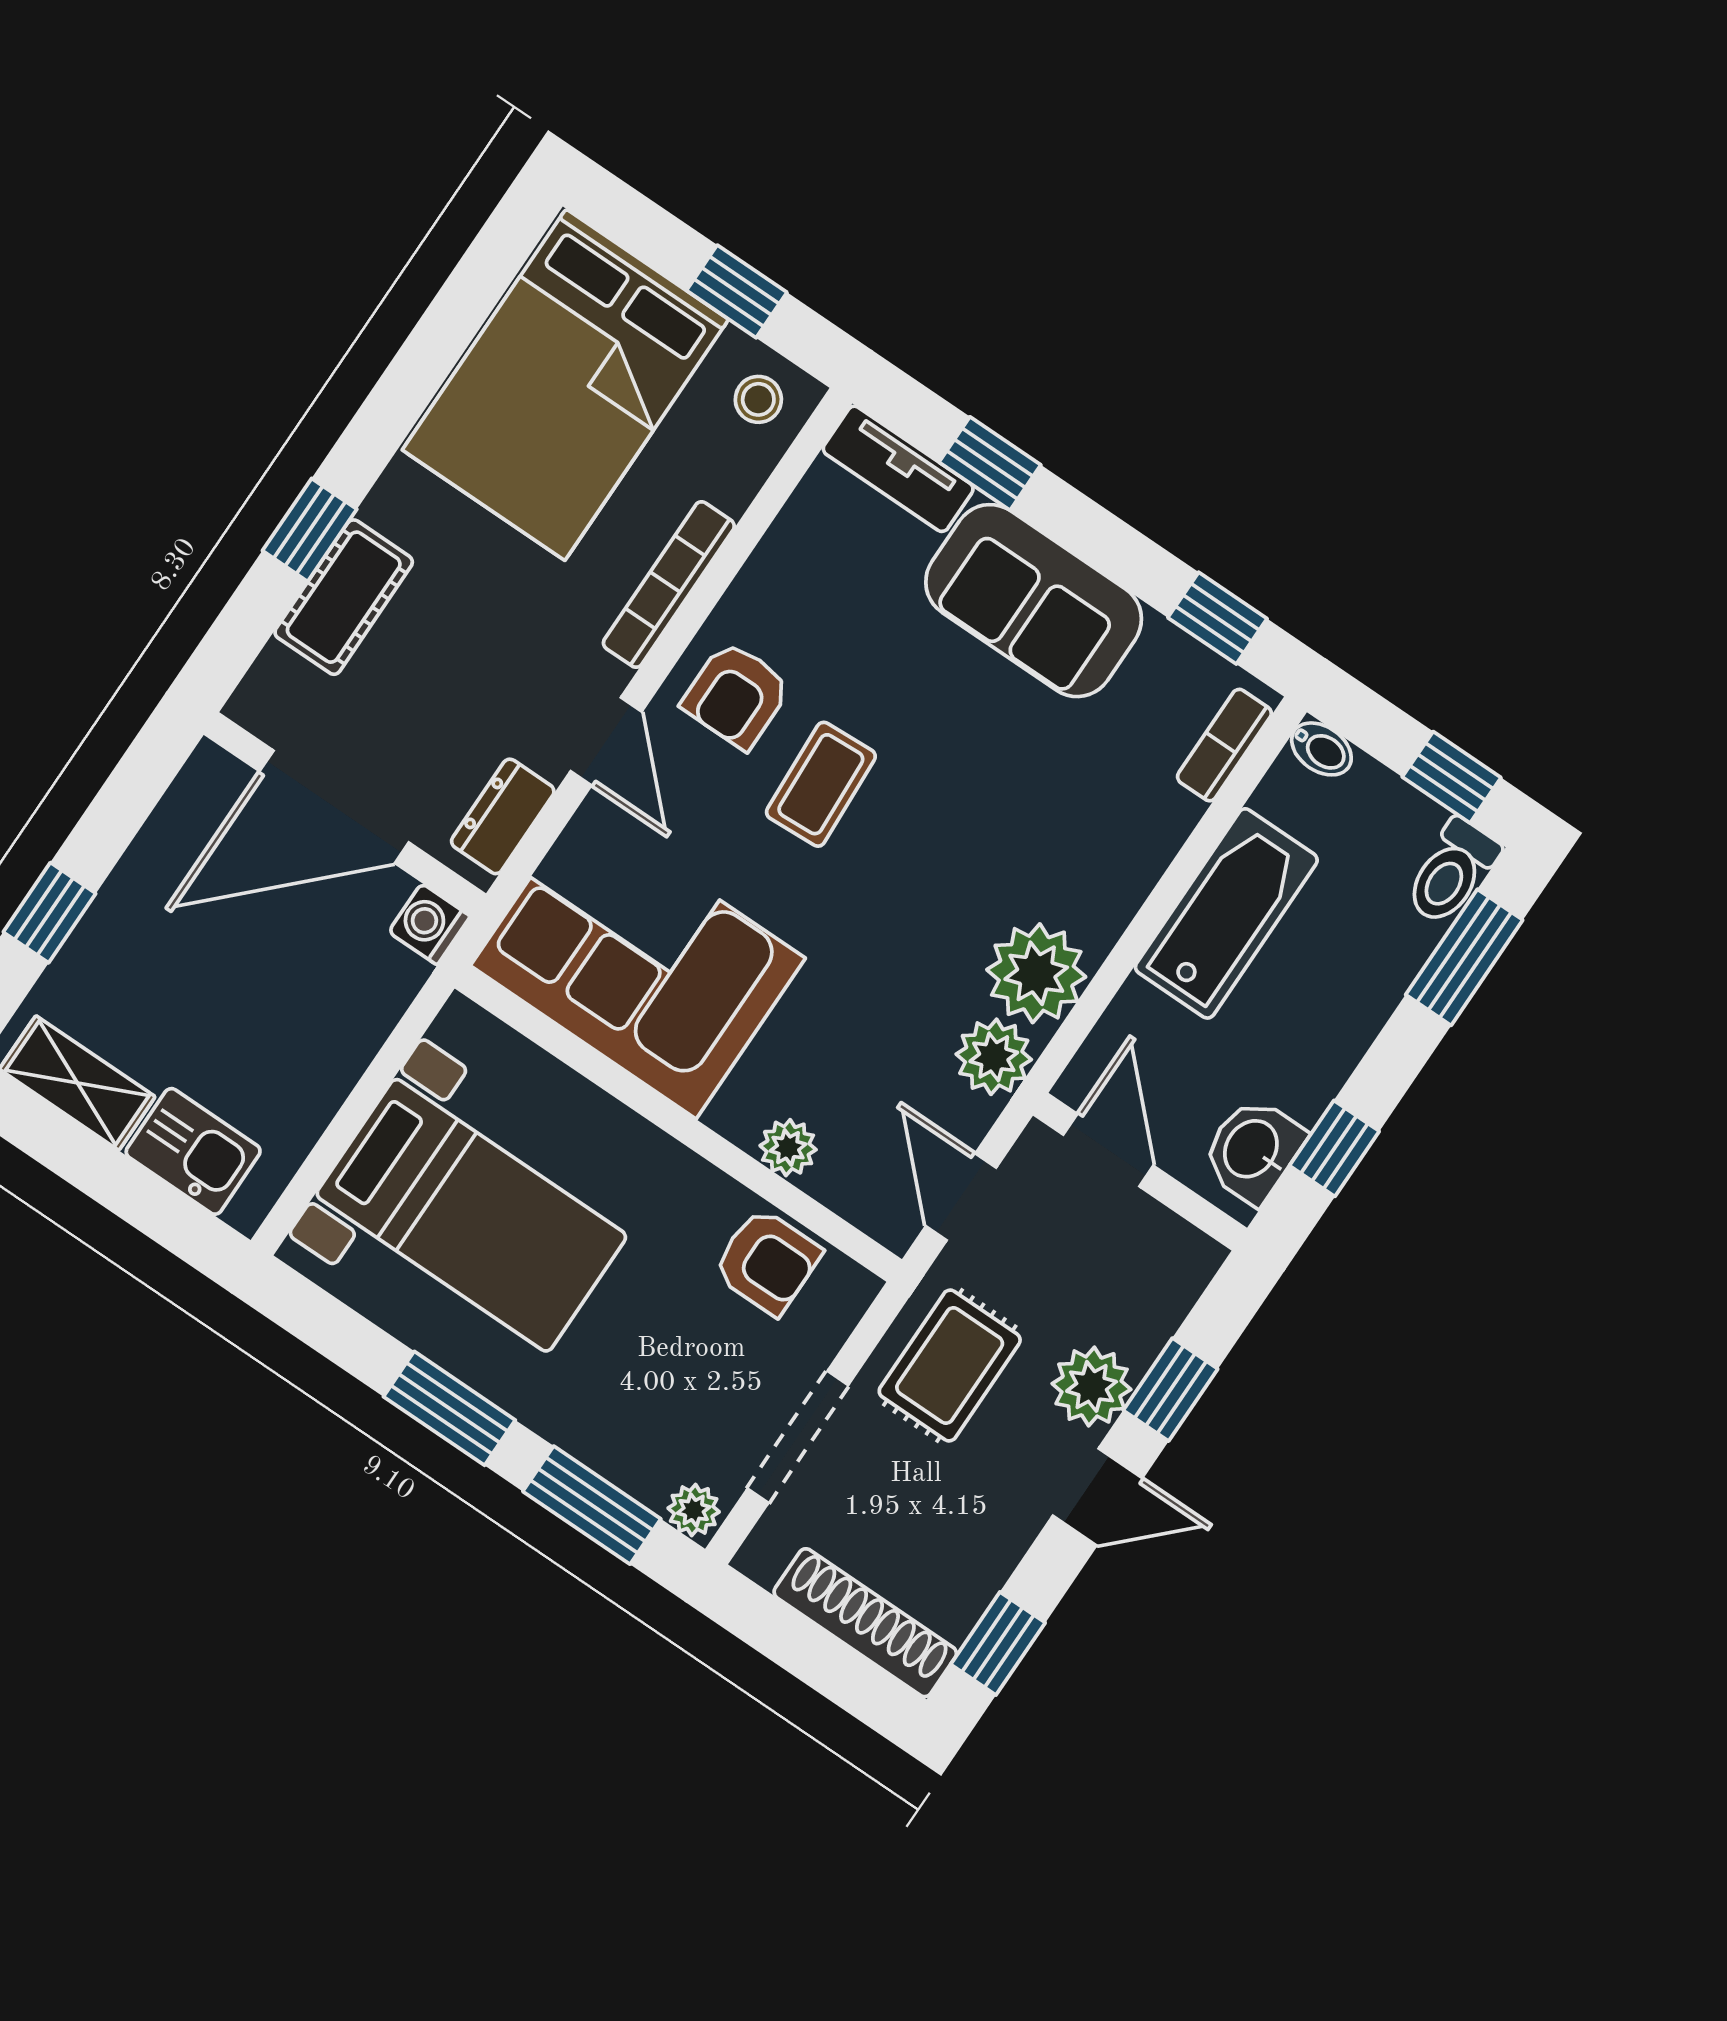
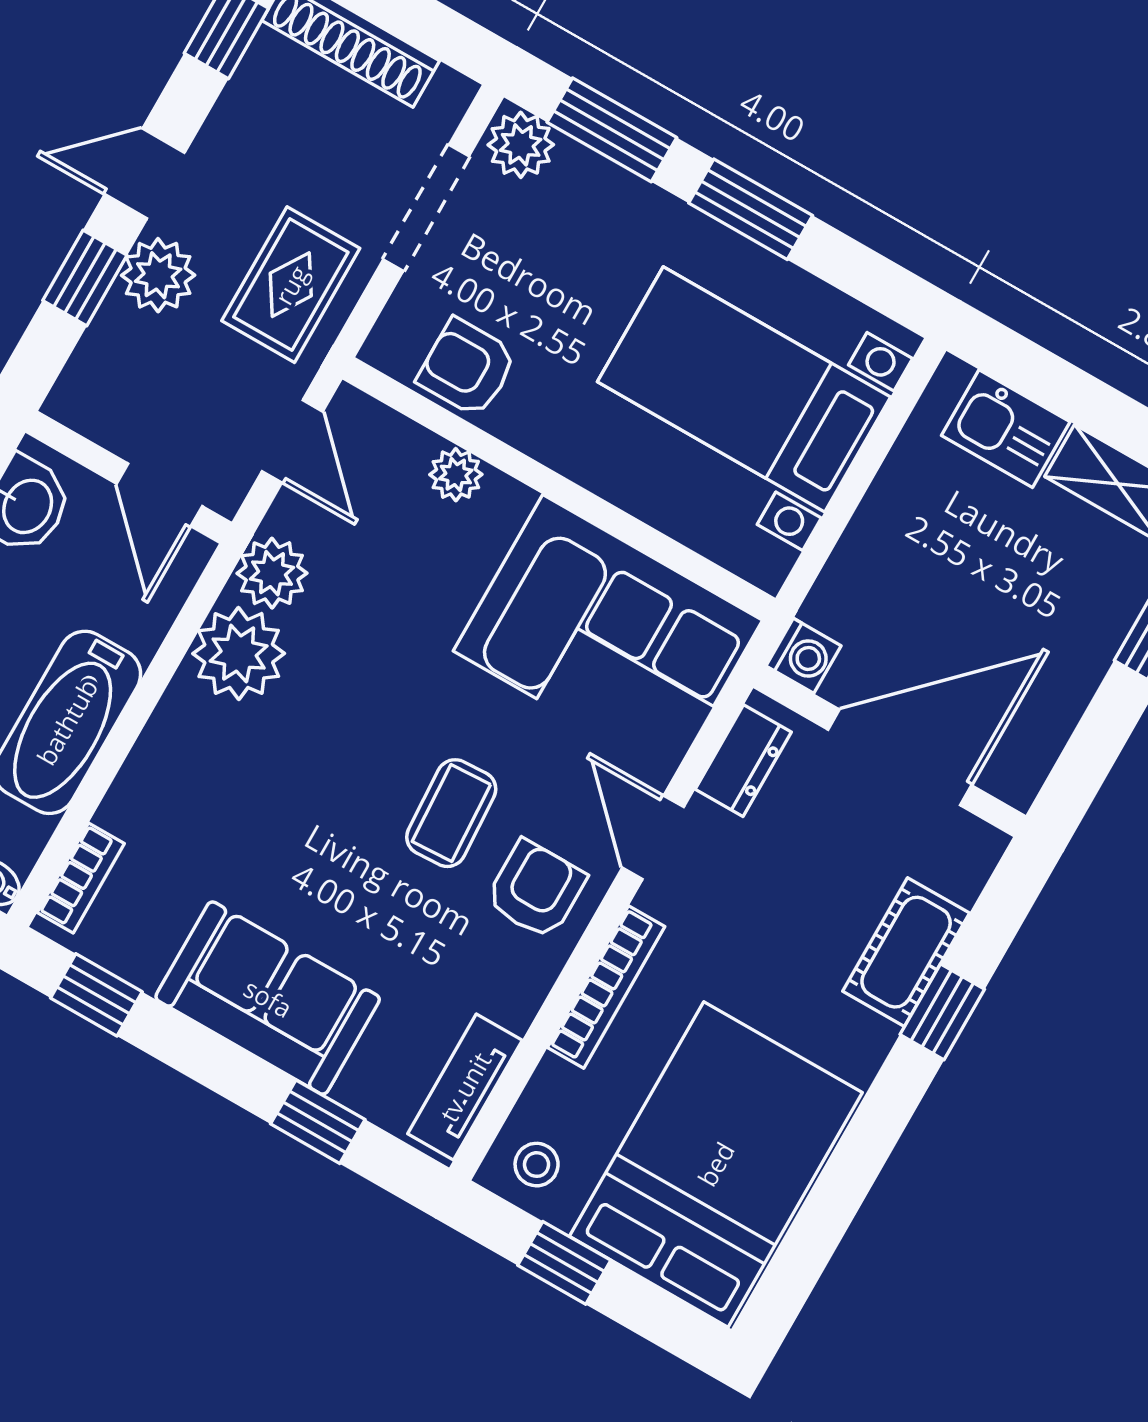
tv unit: (898, 469) -> (465, 1087), moved, turned -90
plant: (694, 1510) -> (521, 145), width x1.38, depth x1.38

